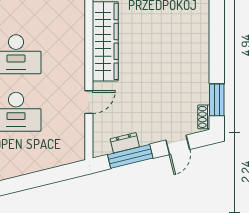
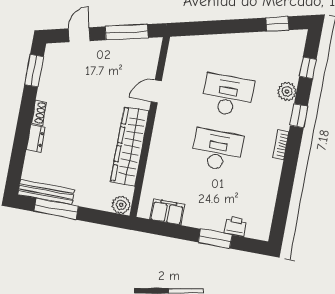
shoe rack: (204, 117) -> (39, 113), moved
dresser: (125, 143) -> (36, 138), moved, turned -76

